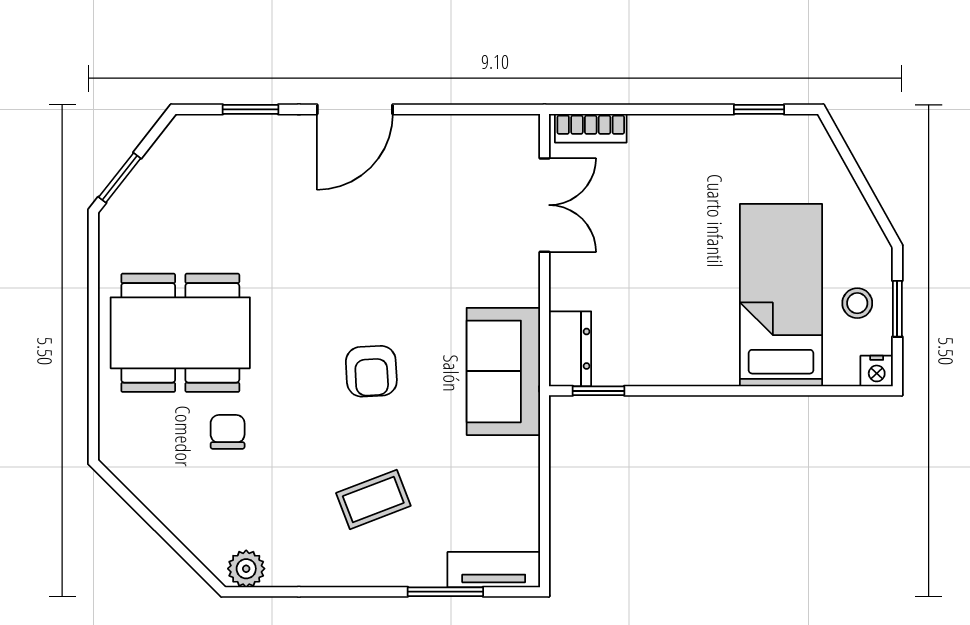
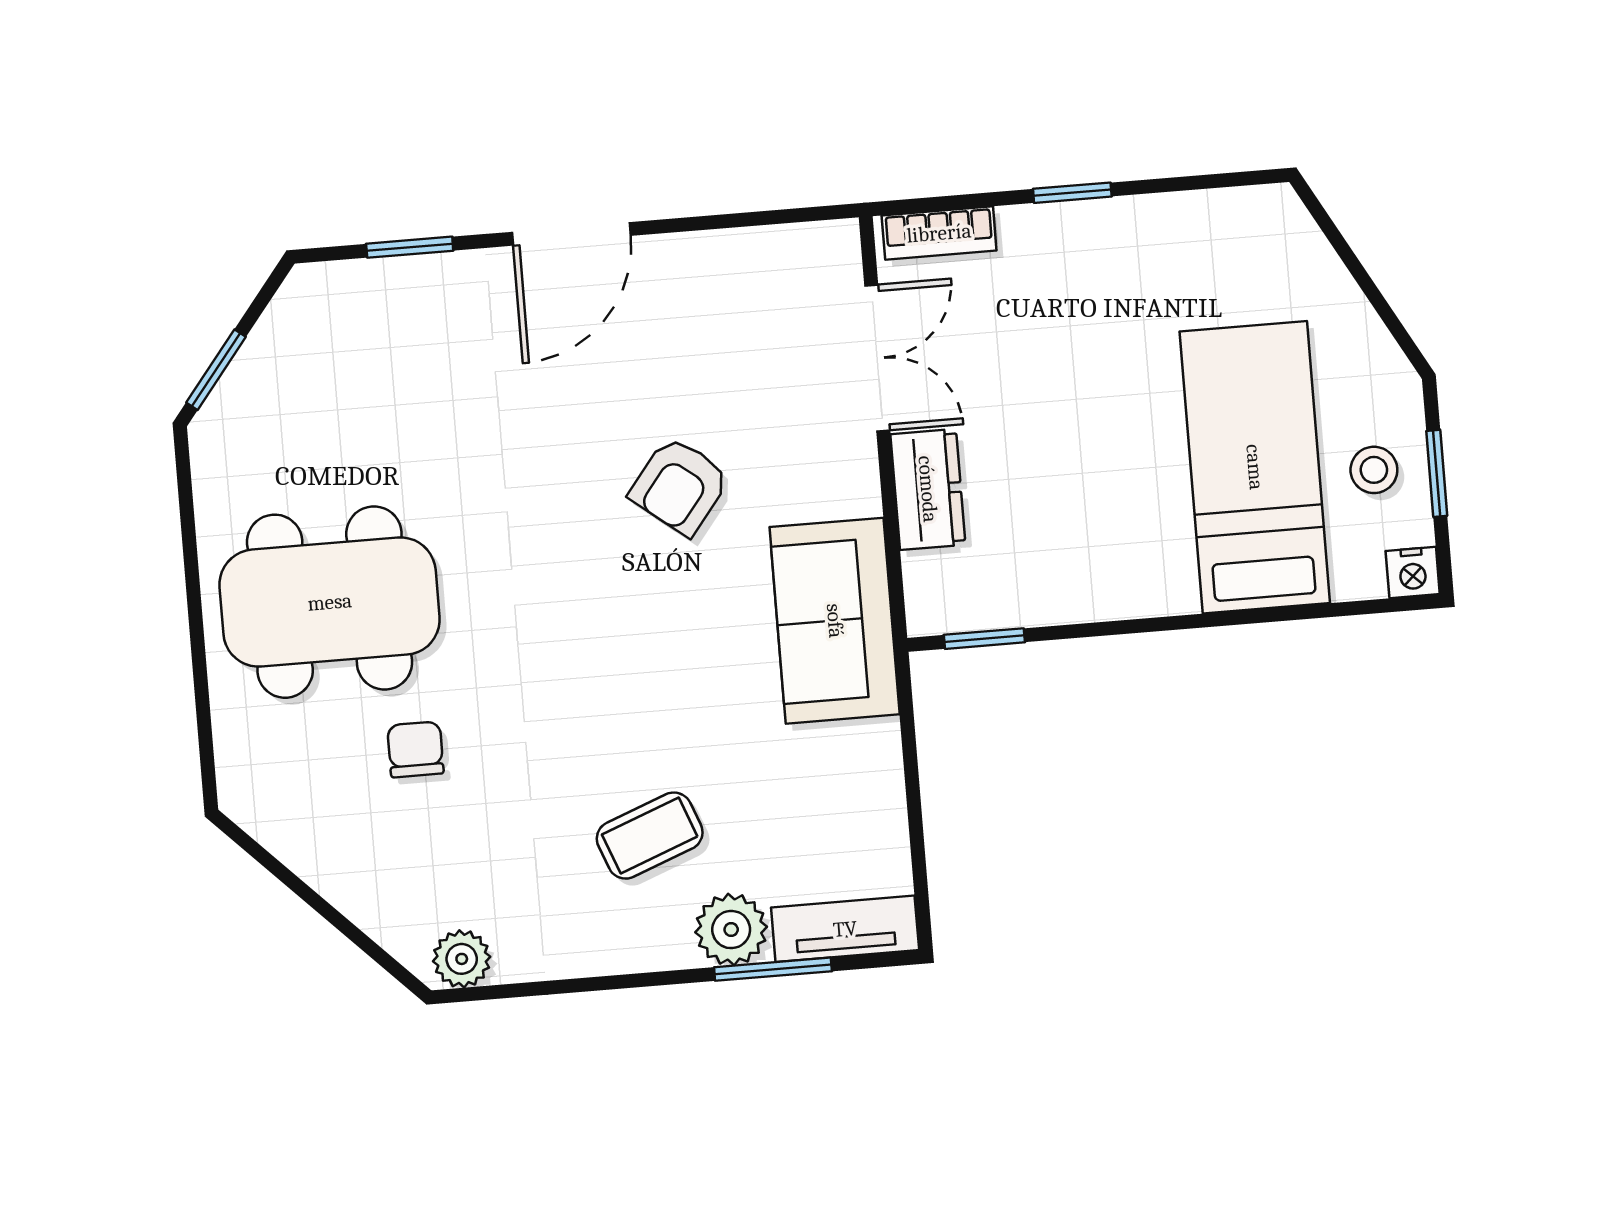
window: (759, 109) -> (1072, 193), moved
dresser: (570, 349) -> (928, 489), moved
armchair: (371, 371) -> (680, 486), moved, turned 41
plant: (421, 564) -> (731, 930), added

